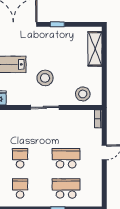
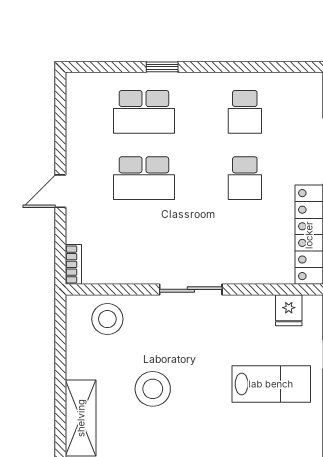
stool: (45, 78) -> (153, 389), moved

